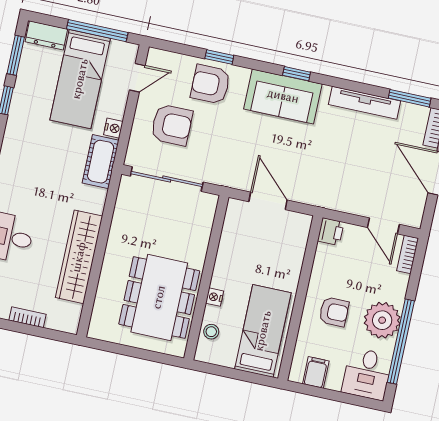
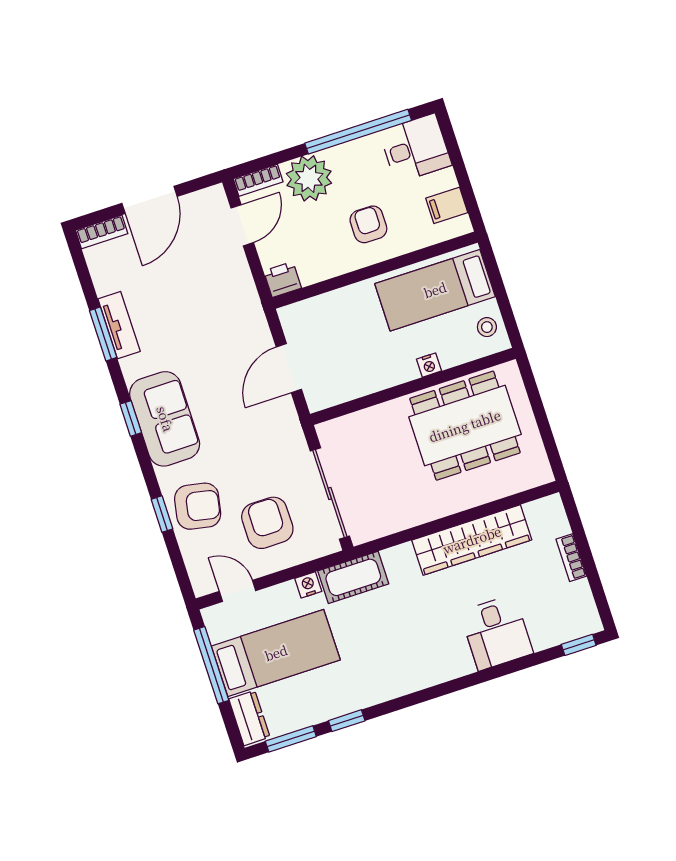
armchair: (211, 84) -> (198, 506), turned -79
window: (410, 98) -> (103, 334), moved
tv unit: (364, 103) -> (119, 325), width x0.71
plant: (382, 320) -> (309, 178), moved
stool: (211, 332) -> (487, 327), moved

